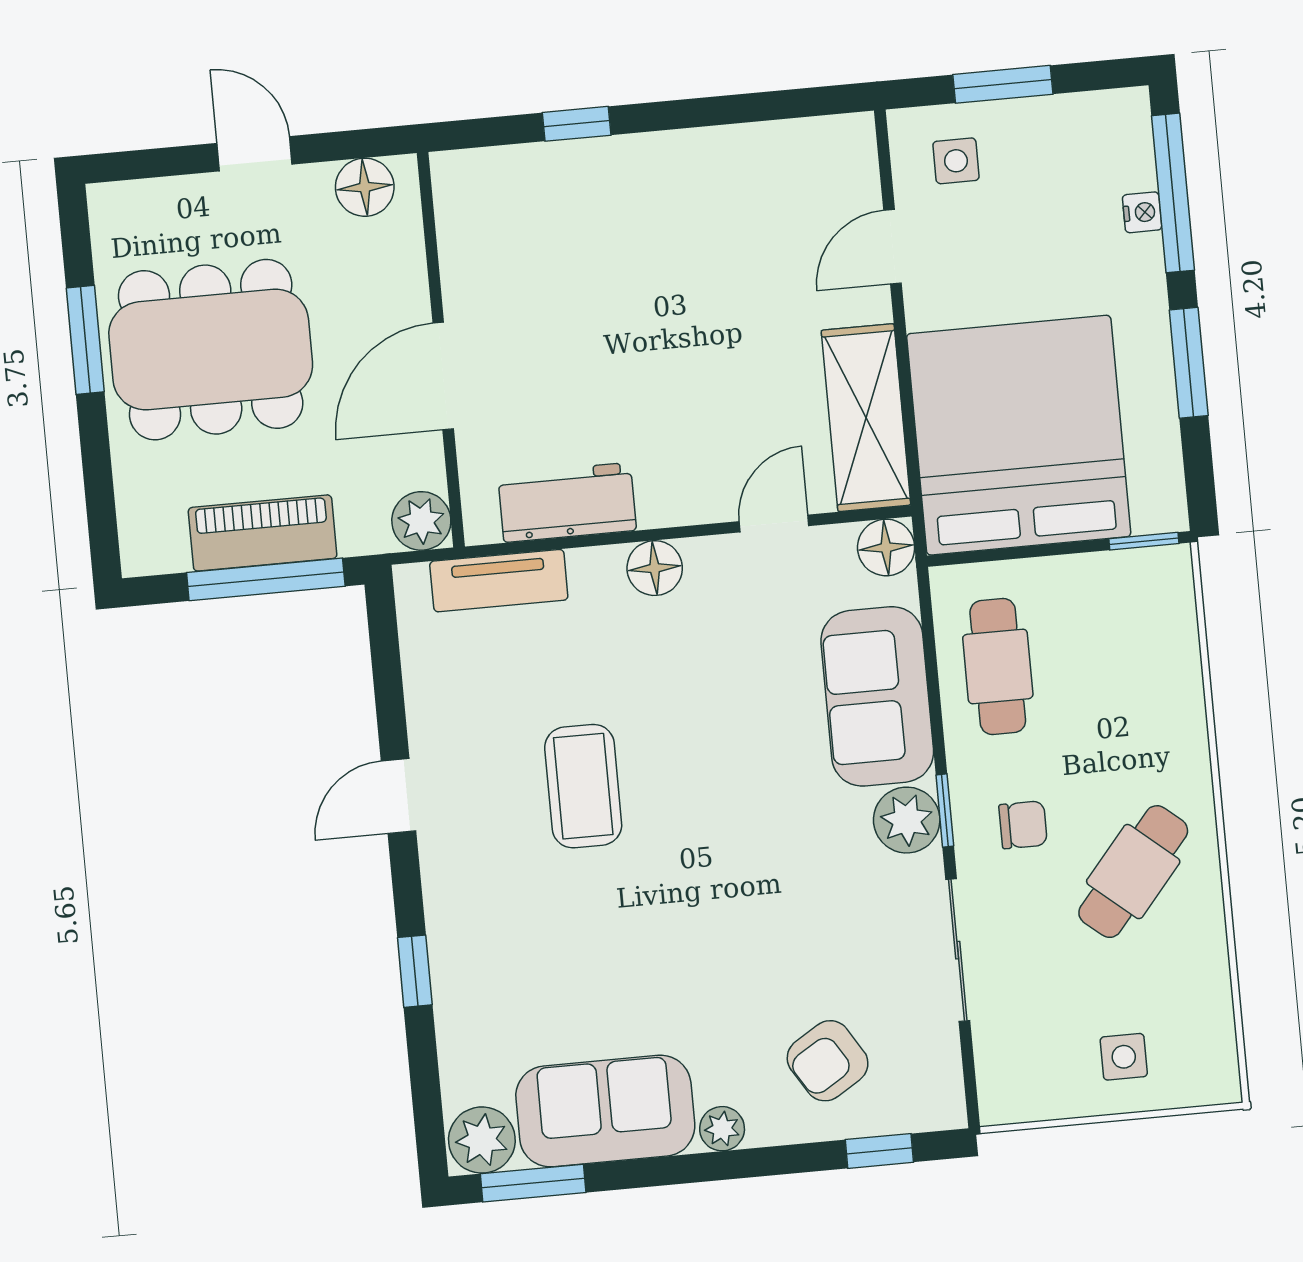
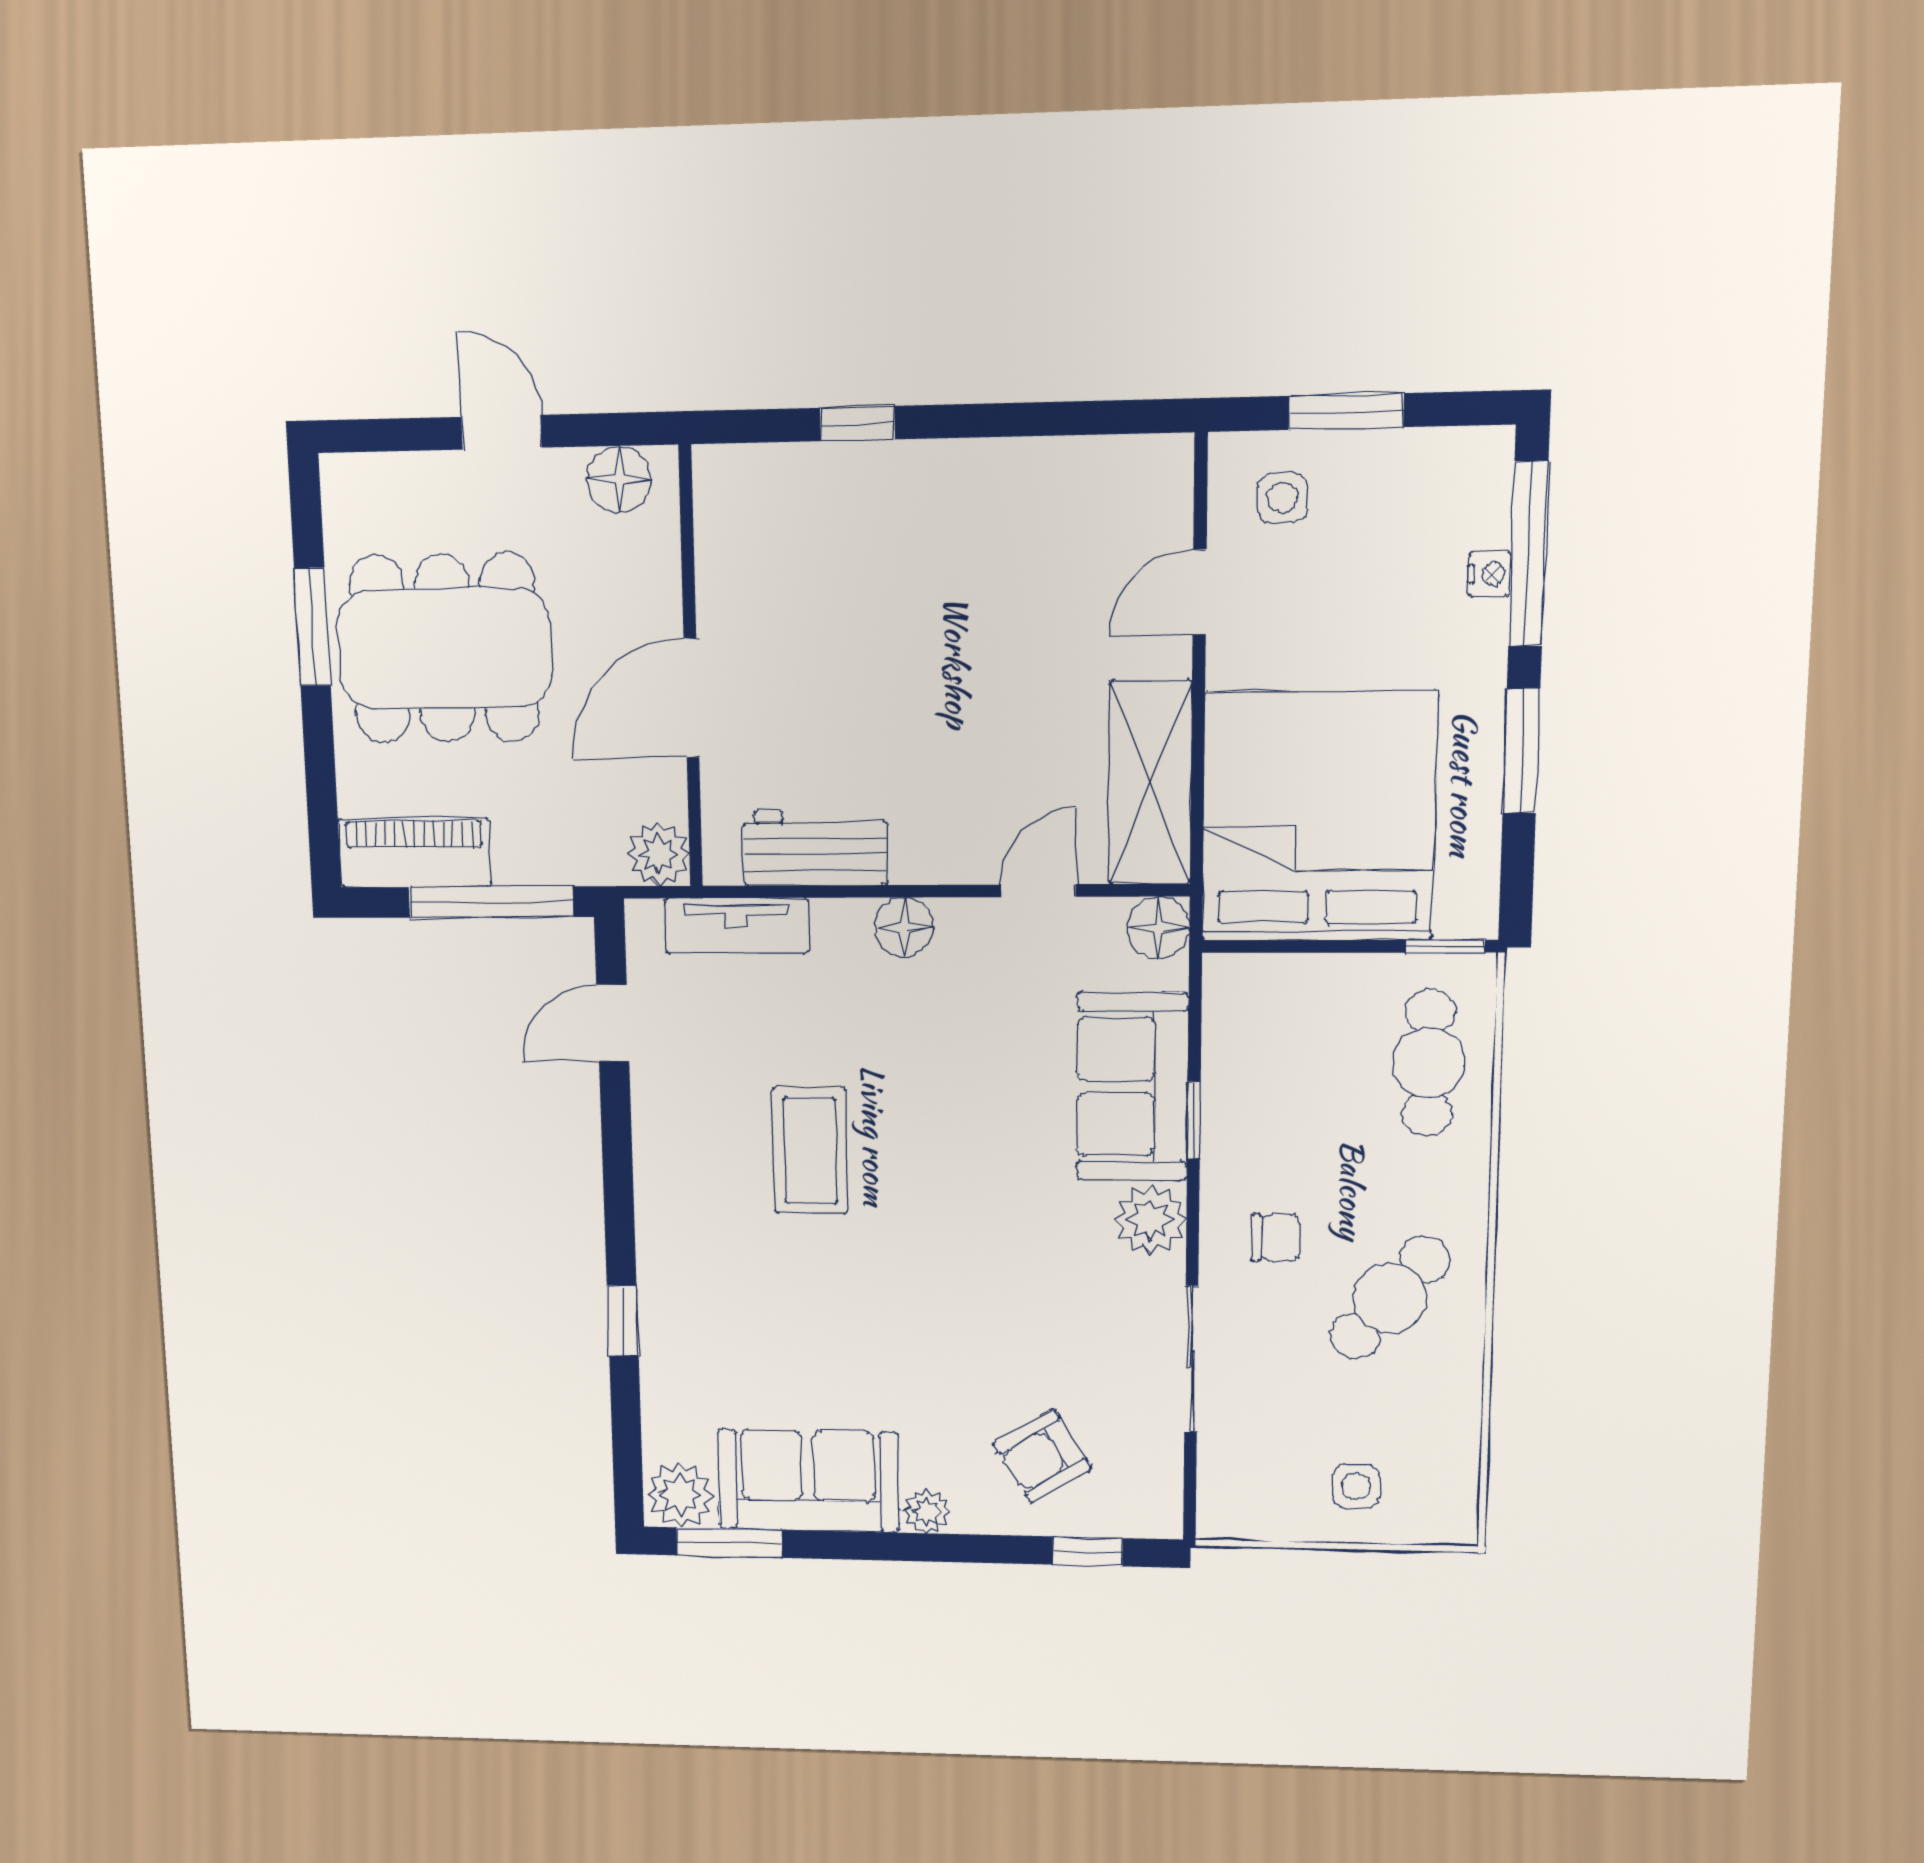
piano: (263, 533) -> (415, 853), moved
cafe table: (998, 667) -> (1429, 1063), moved
door: (399, 796) -> (613, 1023), moved
window: (945, 810) -> (1194, 1120), moved

